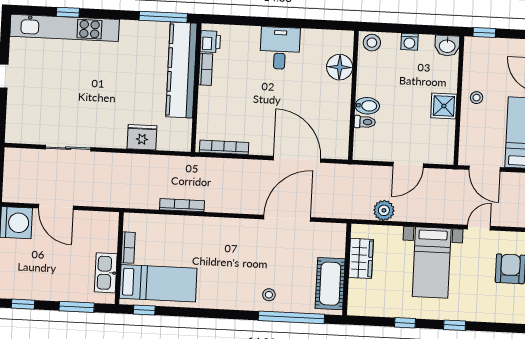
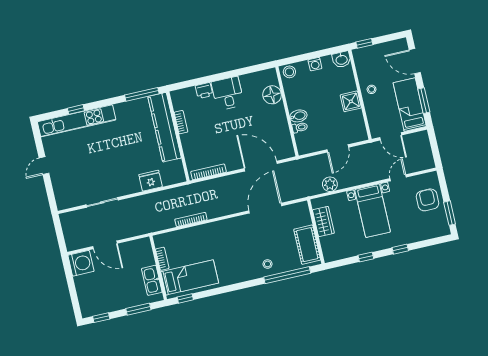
printer: (210, 42) -> (204, 91), moved, turned 90

